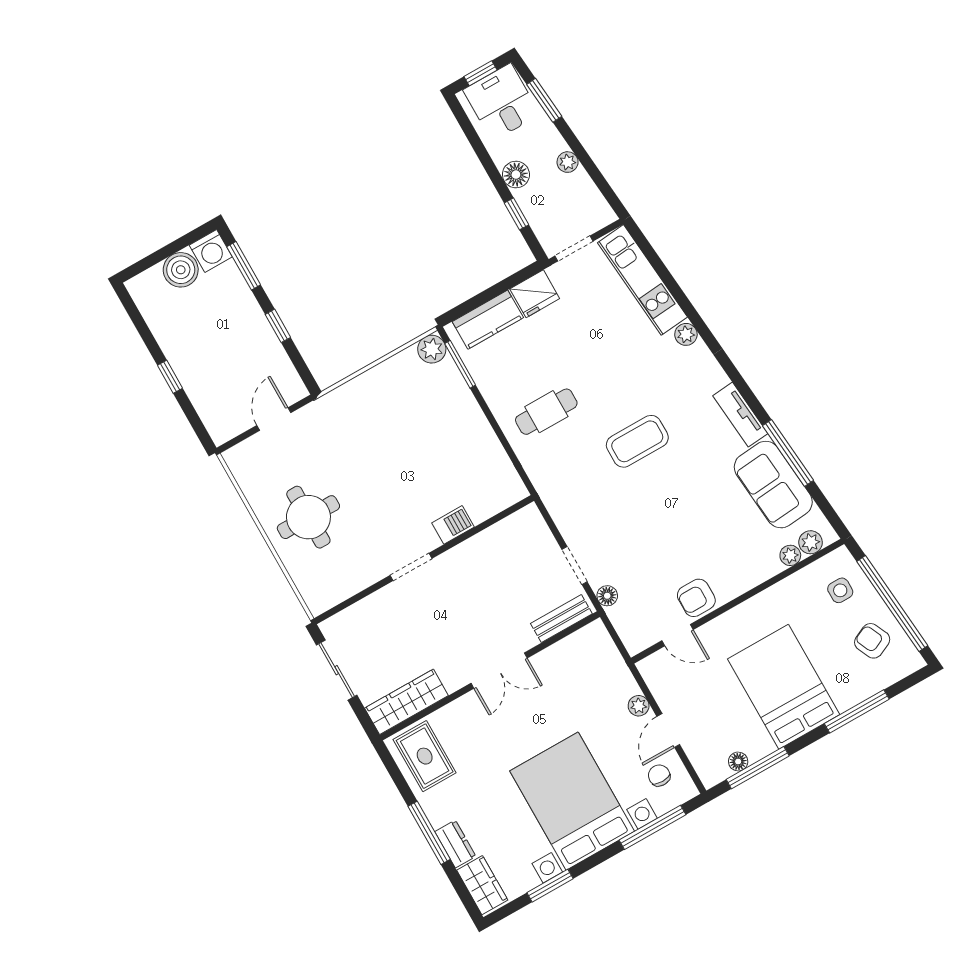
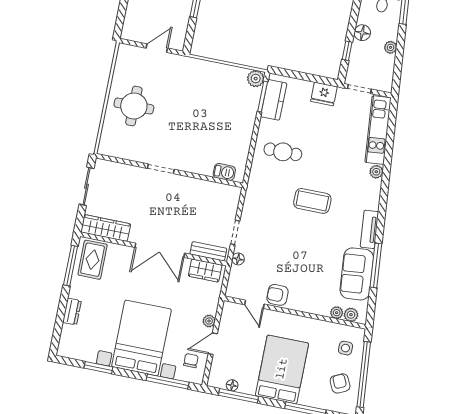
kitchen counter: (488, 320) -> (274, 100), moved, turned -90
barbecue: (453, 525) -> (224, 172), moved
double door: (499, 671) -> (160, 250), width x1.37
window: (429, 833) -> (71, 266), moved
wardrobe: (482, 885) -> (205, 271), moved, turned 90

